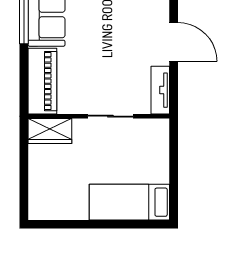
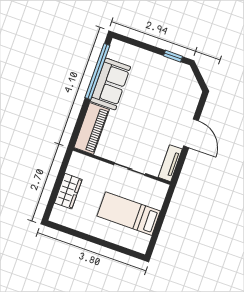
wardrobe: (50, 131) -> (68, 191), moved, turned -90
bed: (129, 202) -> (129, 214), moved

